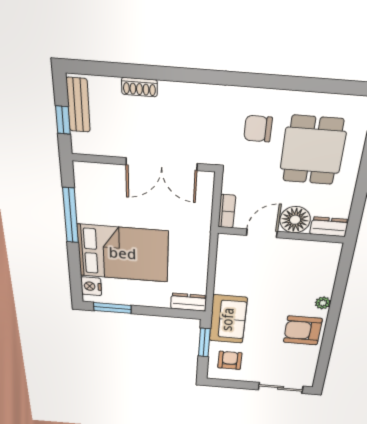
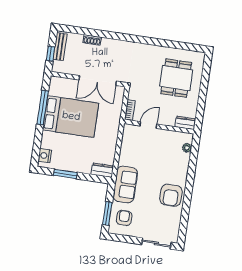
chair: (258, 129) -> (149, 65), removed
floor lamp: (295, 220) -> (167, 117), removed
bed: (123, 254) -> (71, 117), moved
plant: (323, 303) -> (187, 148), moved
window: (112, 308) -> (65, 174), moved
armchair: (303, 330) -> (171, 195), turned -90
window: (204, 343) -> (107, 214), moved

